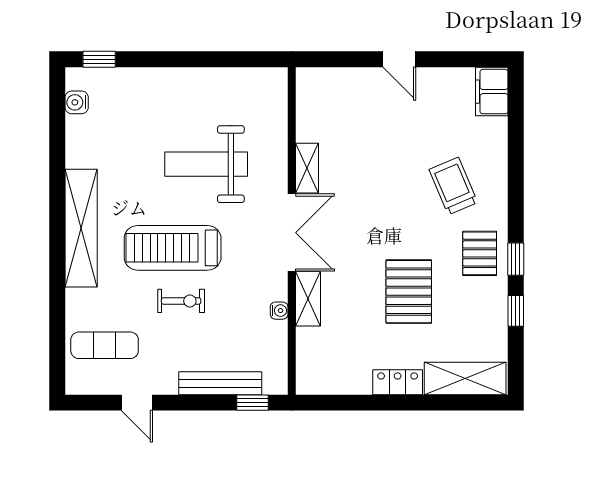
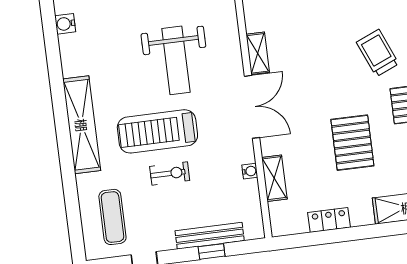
weight bench: (206, 164) -> (176, 60), turned -90
shelving: (308, 299) -> (274, 178), moved
exercise mat: (105, 345) -> (112, 217), turned 90
locker: (398, 382) -> (329, 220), moved
window: (253, 403) -> (212, 251), moved

